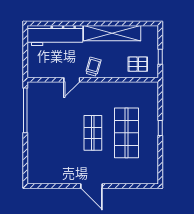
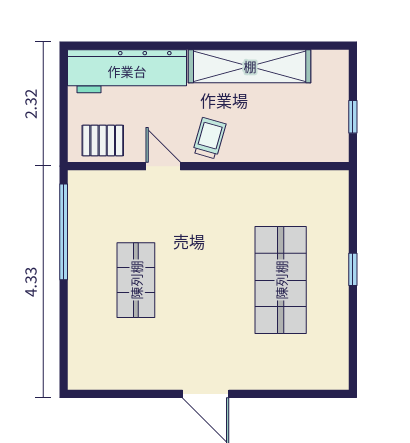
pallet: (138, 64) -> (103, 141), moved
door: (72, 80) -> (163, 166), swing flipped
shop shelf: (93, 133) -> (136, 280), moved

